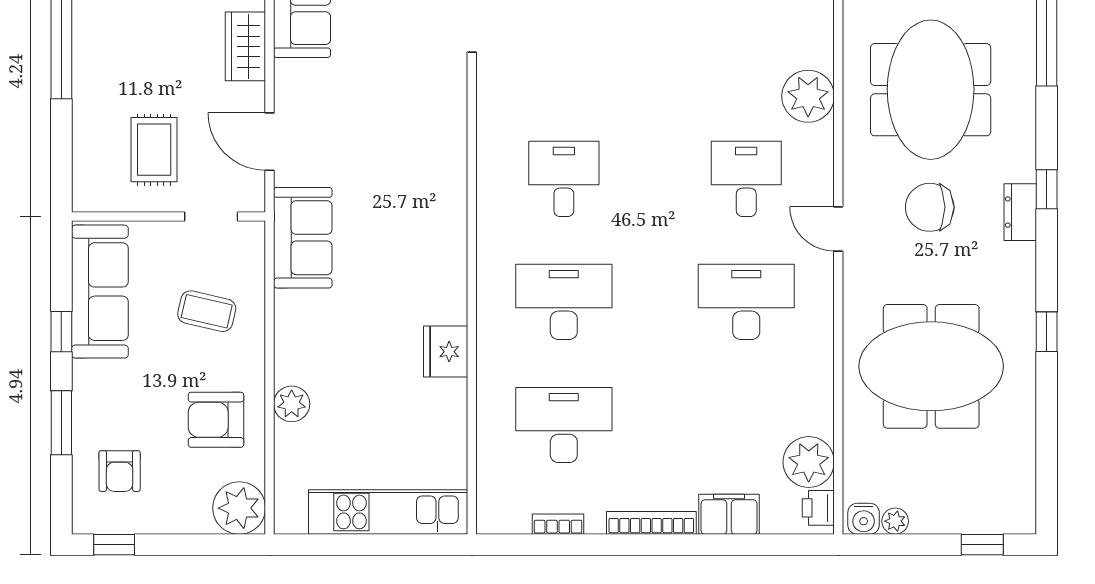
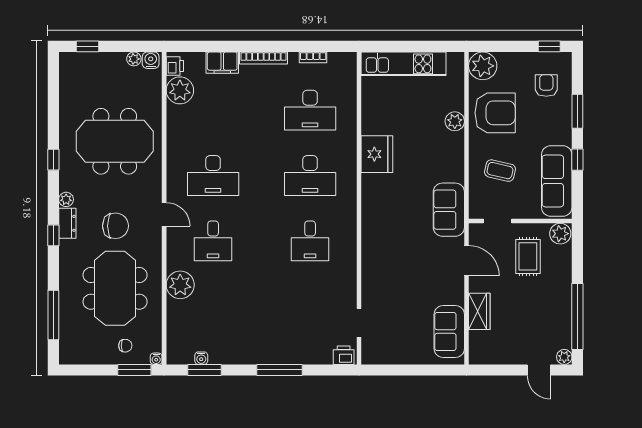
plant: (93, 193) -> (560, 234), added
plant: (1023, 257) -> (66, 199), added
fridge: (446, 352) -> (377, 154), width x1.36, depth x1.34
armchair: (216, 420) -> (495, 113), width x1.36, depth x1.36

